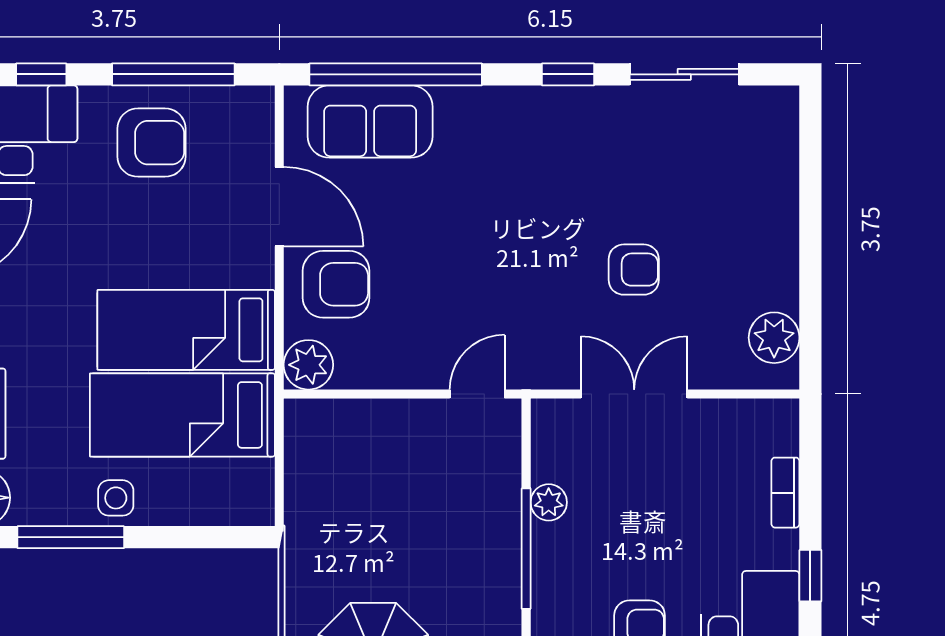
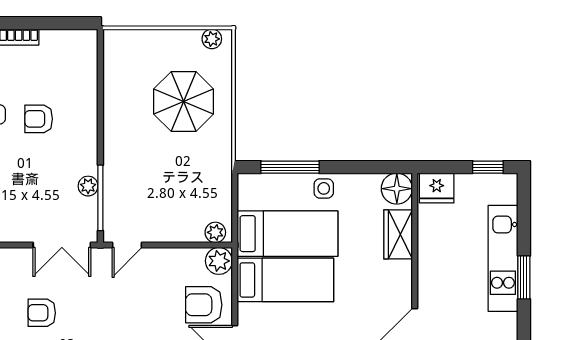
double door: (634, 394) -> (62, 245), moved
plant: (315, 417) -> (215, 232), added
window: (71, 537) -> (290, 167), moved
window: (526, 549) -> (100, 198), moved

